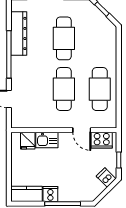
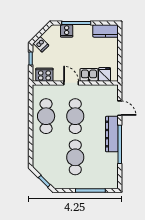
dresser: (19, 33) -> (112, 134), moved
door: (82, 130) -> (71, 83), moved
cooker: (50, 194) -> (67, 31), moved

